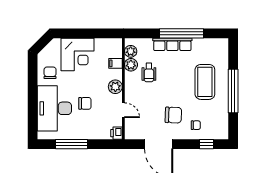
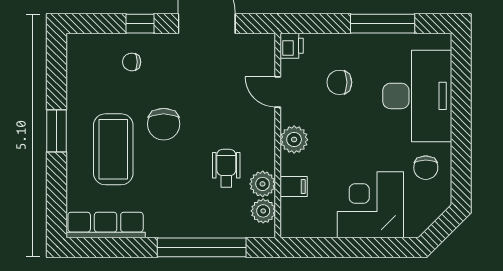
window: (182, 33) -> (202, 247), moved
row of seats: (172, 44) -> (106, 225), moved
window: (233, 91) -> (56, 131), width x0.47
chair: (85, 103) -> (339, 82), moved
chair: (173, 115) -> (164, 124), moved, turned -92
window: (207, 144) -> (140, 24), moved

